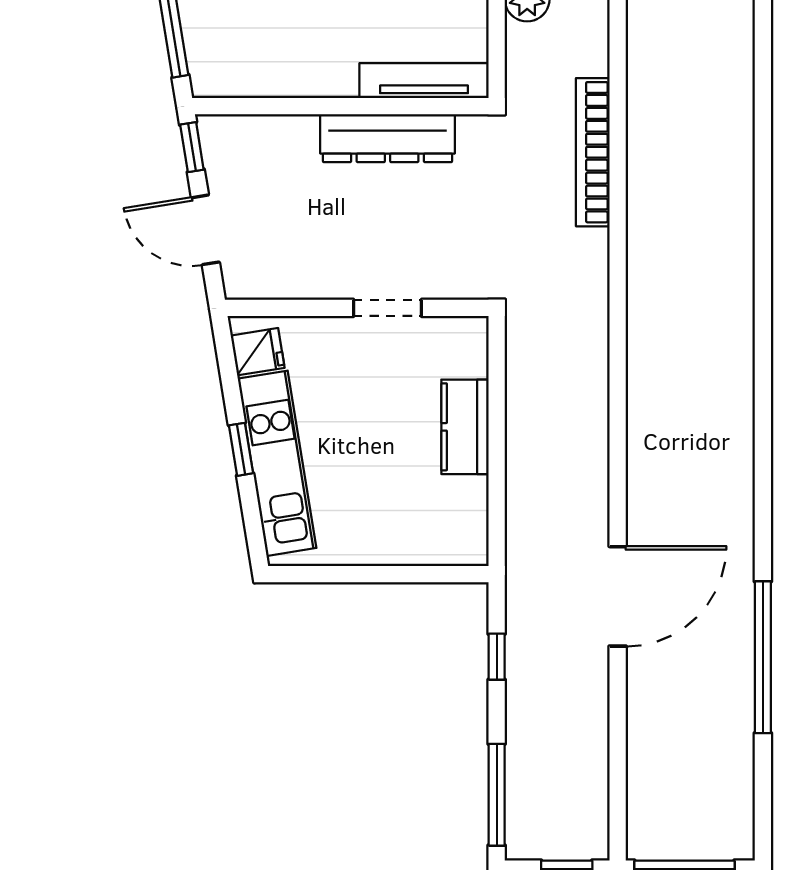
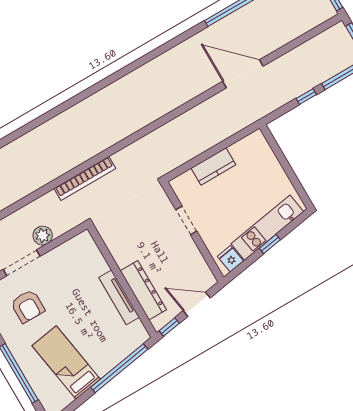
tv unit: (424, 81) -> (119, 297), moved
dresser: (388, 138) -> (143, 290), moved
door: (205, 230) -> (197, 304), swing flipped
window: (497, 657) -> (306, 97), moved

